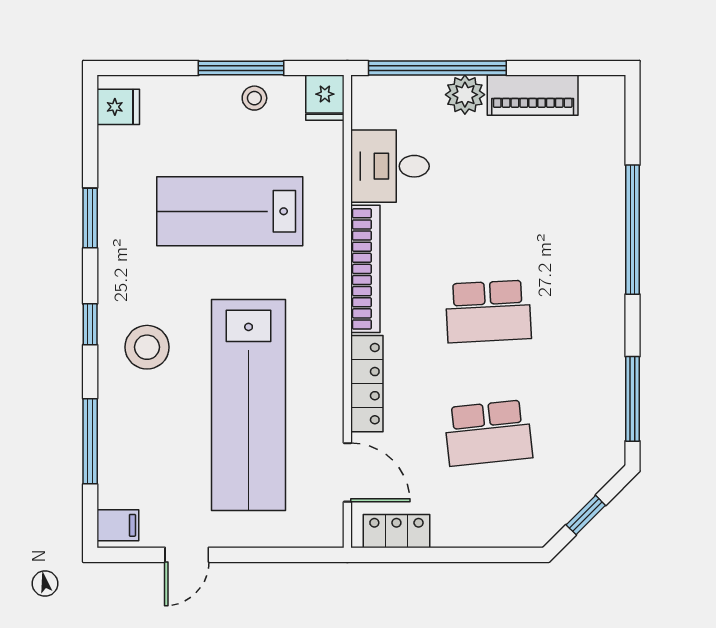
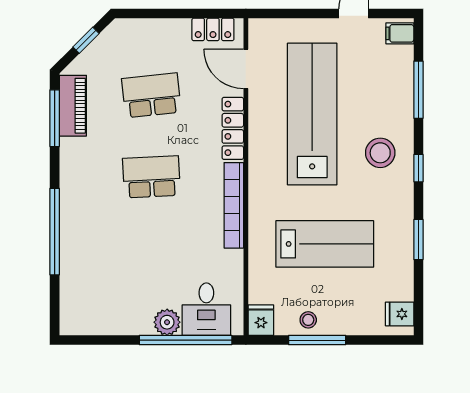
piano: (533, 95) -> (73, 106), moved, turned 90
desk: (390, 166) -> (206, 309), moved, turned 90

